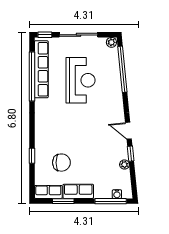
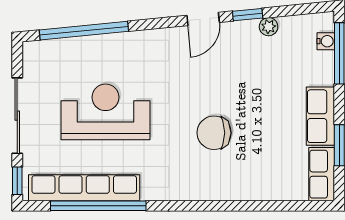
plant: (111, 42) -> (32, 52), removed
window: (32, 156) -> (252, 206), removed
chair: (61, 163) -> (214, 133), moved, turned -90

